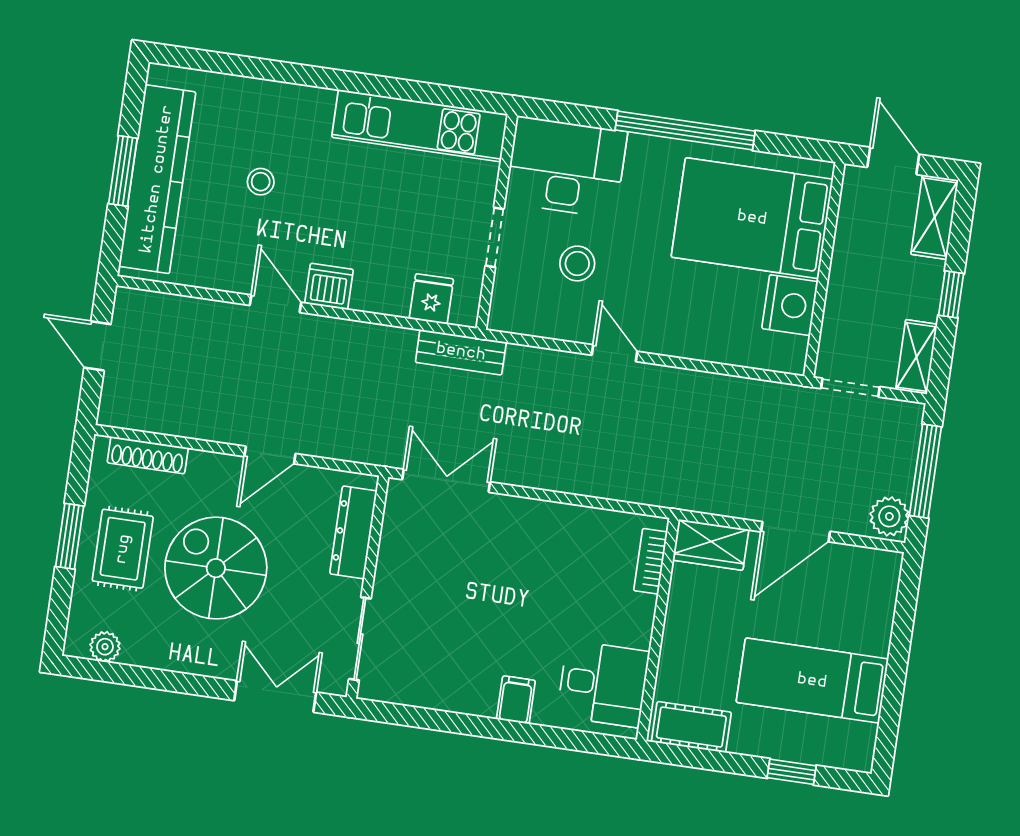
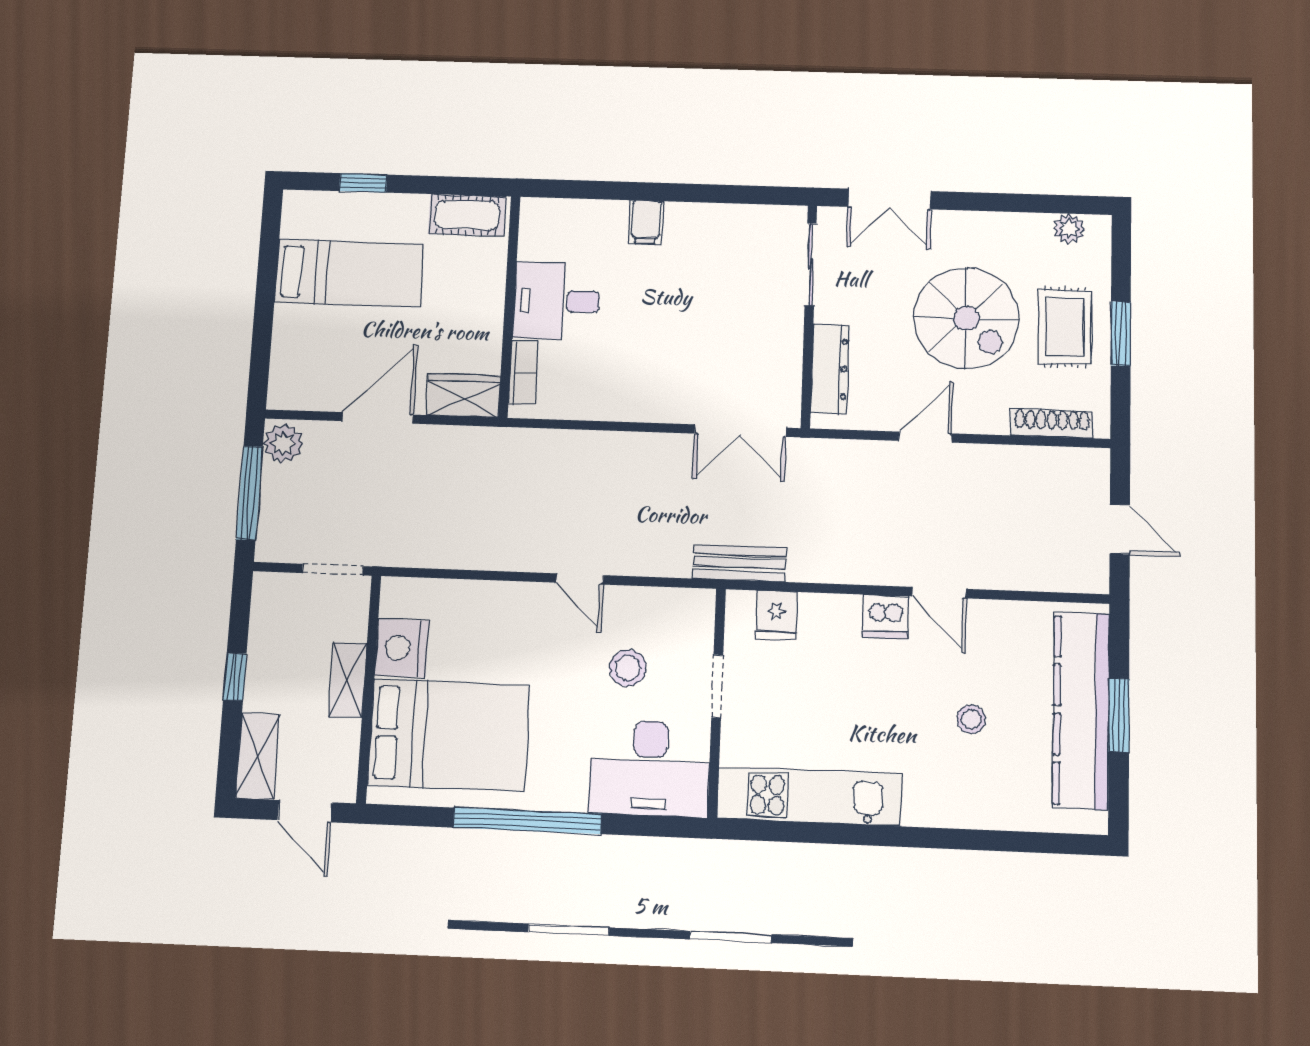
shelving: (916, 357) -> (348, 680), moved
desk: (603, 684) -> (557, 301), moved

